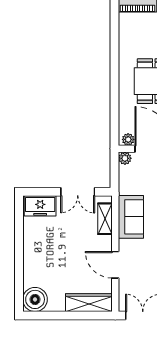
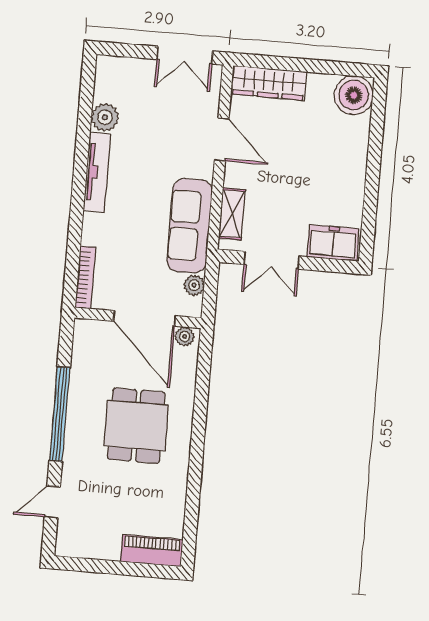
plant: (125, 158) -> (194, 285), moved
double door: (78, 192) -> (272, 260), swing flipped
sofa: (131, 217) -> (190, 226), width x1.36

